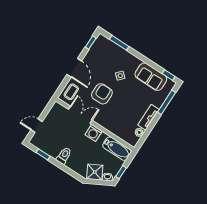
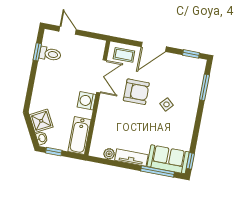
sofa: (151, 77) -> (168, 159), moved, turned 90
toilet: (64, 156) -> (50, 54), moved

